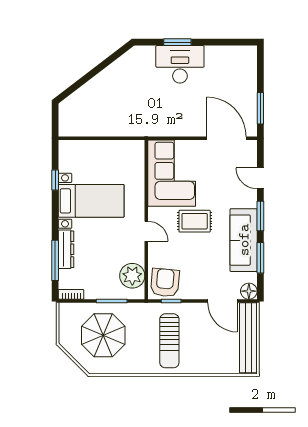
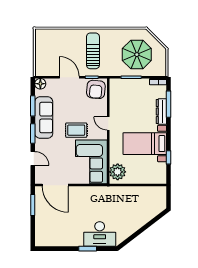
desk: (180, 64) -> (100, 234), moved
plant: (132, 276) -> (118, 172), moved
door: (222, 301) -> (69, 77), moved
bench: (248, 338) -> (41, 53), removed

